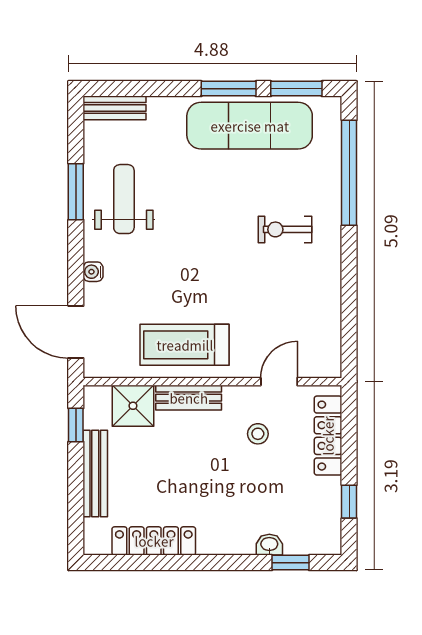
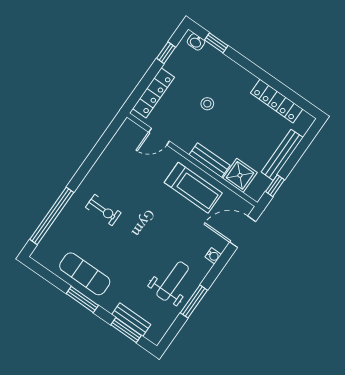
window: (296, 89) -> (126, 330), moved
bench: (115, 108) -> (131, 320), moved
exercise mat: (250, 126) -> (85, 274), width x0.73, depth x0.69
weight bench: (124, 199) -> (173, 281), turned 180
door: (76, 332) -> (243, 232), swing flipped
stool: (258, 434) -> (207, 104), moved
washbasin: (269, 545) -> (196, 42), moved

